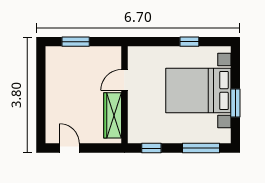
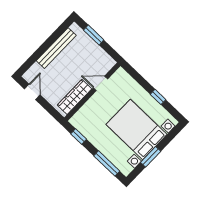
bench: (53, 87) -> (56, 48), added

